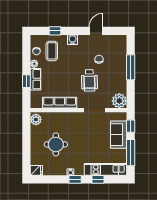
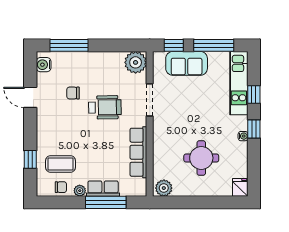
water cooler: (73, 40) -> (44, 65), moved
window: (131, 67) -> (69, 45), moved
window: (26, 81) -> (106, 202), width x2.17

